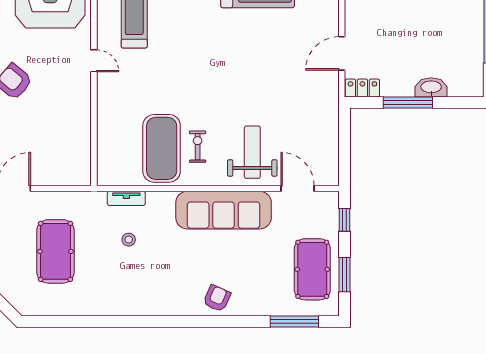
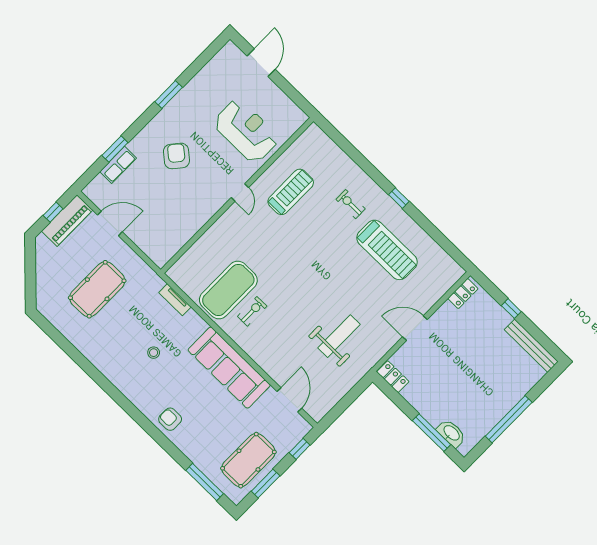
door: (342, 53) -> (415, 328), moved
washbasin: (431, 87) -> (451, 433), moved
window: (408, 103) -> (431, 433), moved
weight bench: (252, 152) -> (339, 336), moved
stool: (129, 240) -> (154, 353), moved
armchair: (217, 298) -> (170, 419), turned -114

